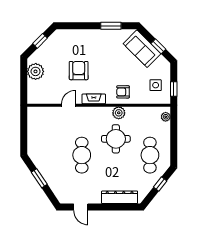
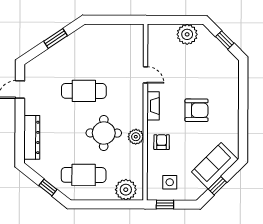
window: (111, 26) -> (243, 127), removed
armchair: (79, 71) -> (197, 110), moved
plant: (166, 117) -> (126, 190), width x1.88, depth x1.88

